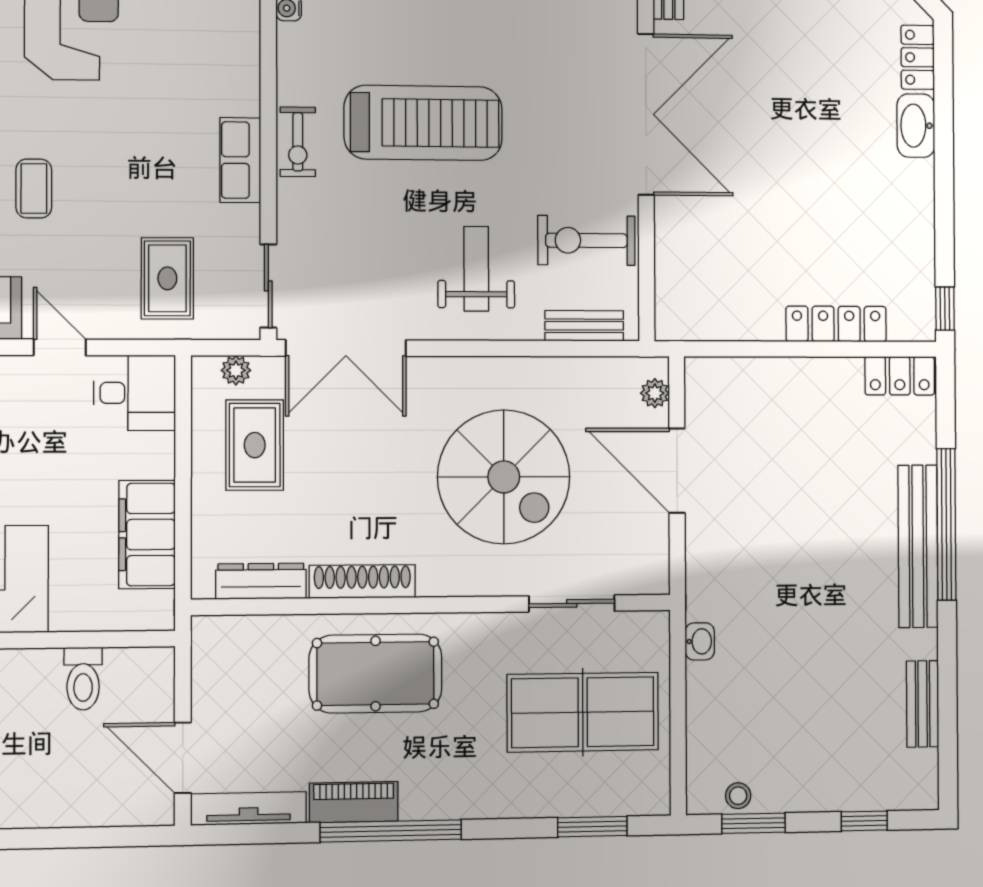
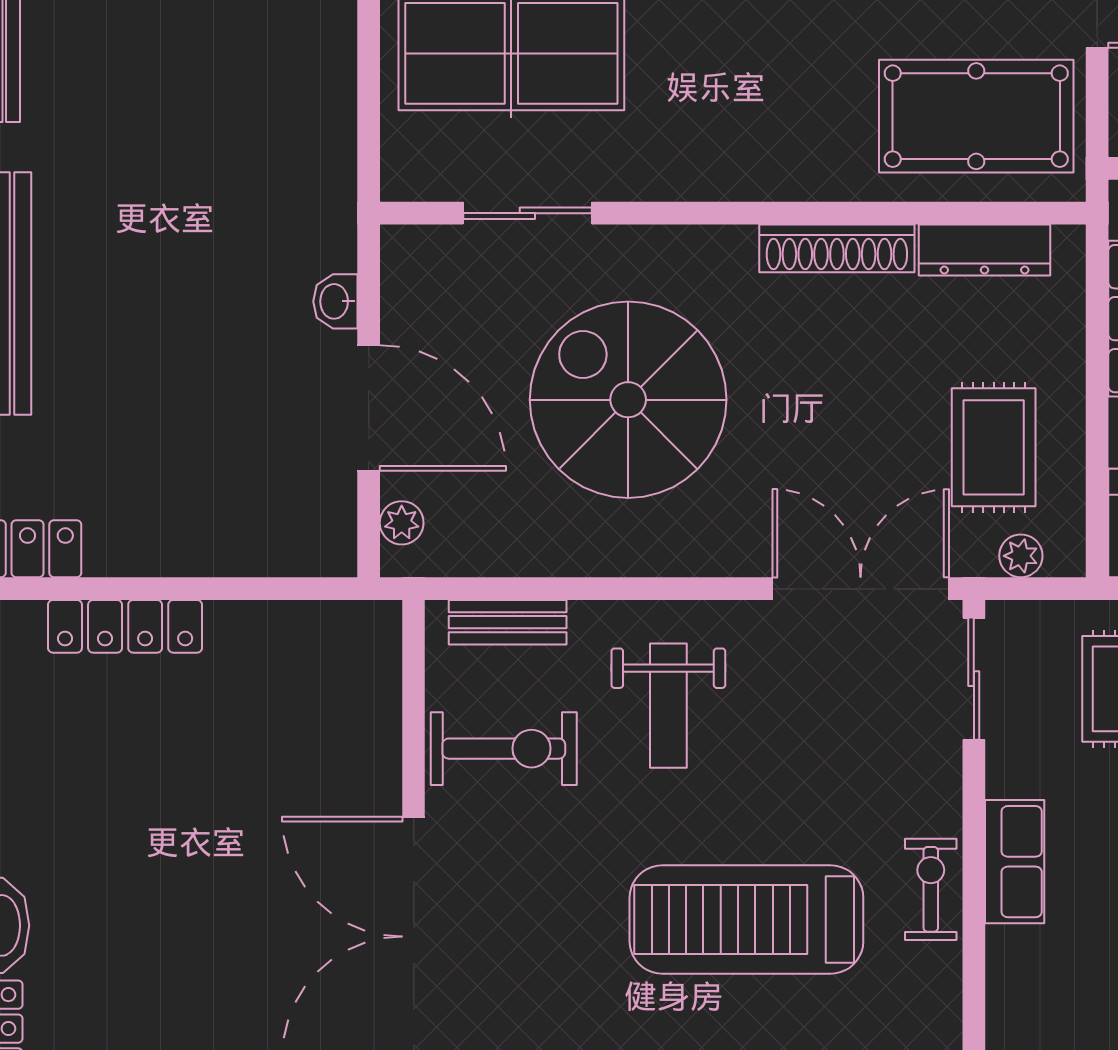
washbasin: (700, 641) -> (335, 301), moved
pool table: (376, 674) -> (976, 116), moved

